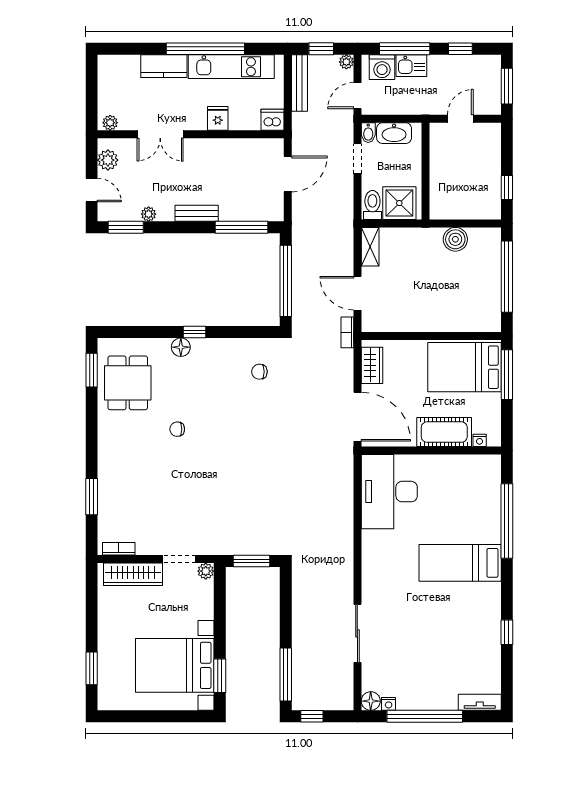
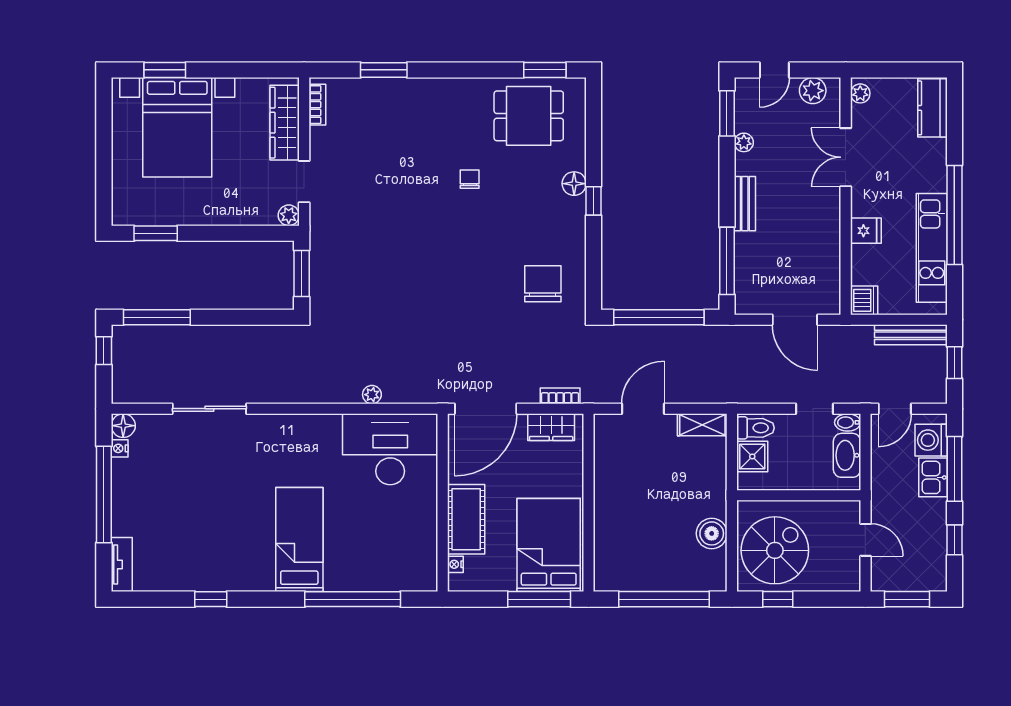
plant: (346, 62) -> (372, 395), moved
kitchen counter: (164, 66) -> (932, 108), moved
door: (357, 96) -> (895, 409), swing flipped
spiral stairs: (469, 190) -> (775, 550), added
shower: (399, 203) -> (752, 456), width x0.73, depth x0.73
bookcase: (347, 332) -> (560, 396), moved
chair: (259, 372) -> (543, 284), width x1.87, depth x1.87
bed with nightstands: (175, 665) -> (177, 127), moved, turned 180

